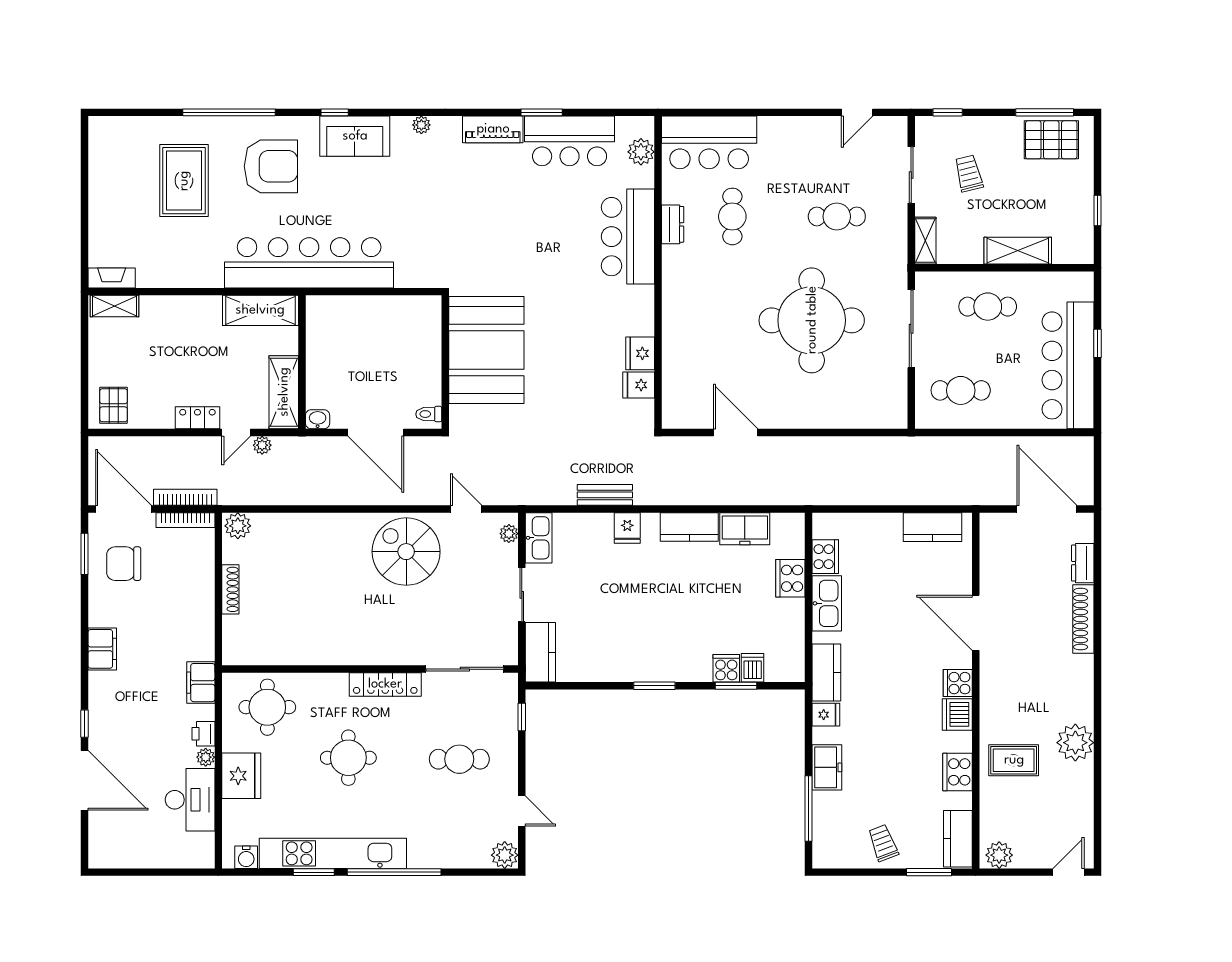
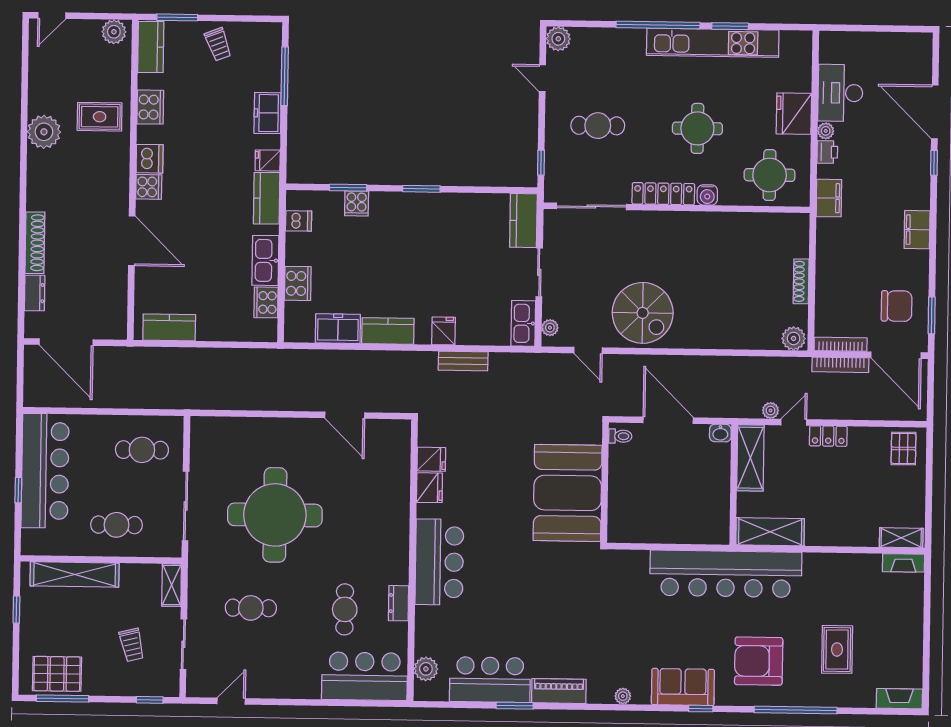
fireplace: (114, 127) -> (899, 699), added
rug: (184, 181) -> (837, 649), width x0.73, depth x0.70
bar counter: (628, 237) -> (439, 562), moved
shelving: (1018, 251) -> (75, 574), width x1.47
dishwasher: (753, 668) -> (299, 221), moved, turned -90
water cooler: (246, 857) -> (707, 195), moved, turned 180

